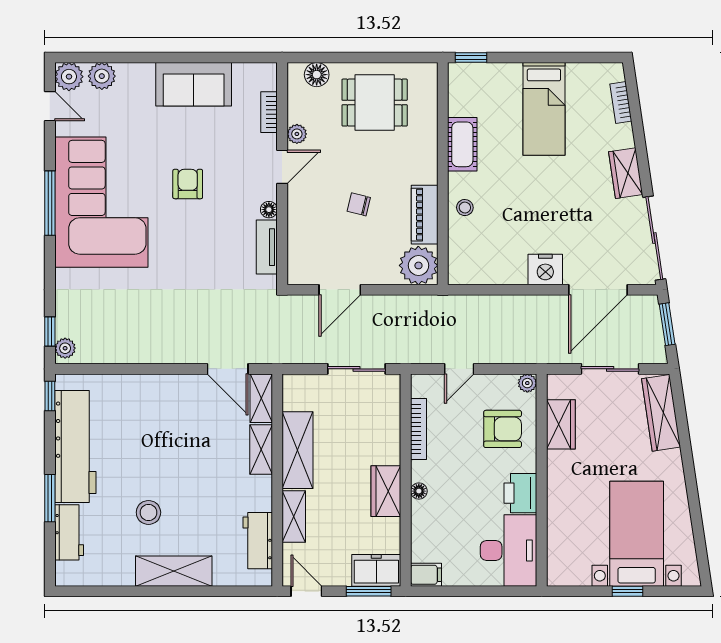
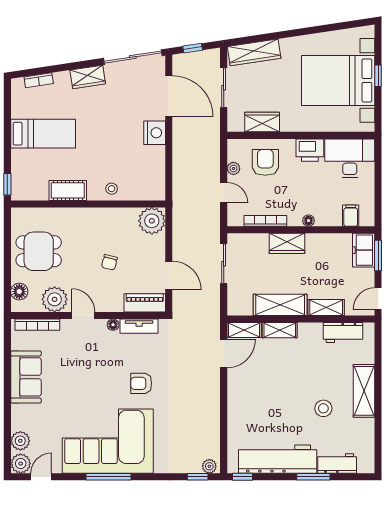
dining table: (375, 103) -> (39, 251), turned 90
bookcase: (269, 112) -> (37, 325), width x1.56
plant: (297, 134) -> (55, 299), width x1.88, depth x1.88
armchair: (188, 184) -> (141, 383), moved
piano: (425, 215) -> (145, 303), moved, turned 180
window: (667, 324) -> (193, 48), width x0.67
plant: (527, 383) -> (233, 168), moved
wardrobe: (386, 491) -> (287, 243), moved
bed with nightstands: (637, 534) -> (338, 80), width x1.36
filing cabinet: (426, 575) -> (351, 216), moved

